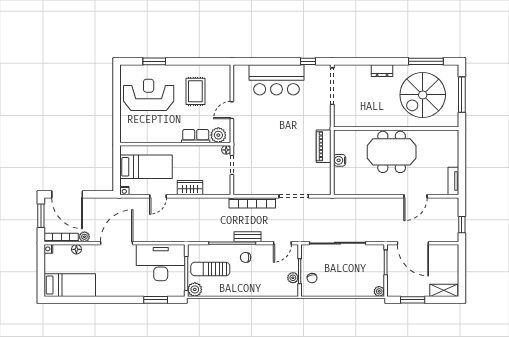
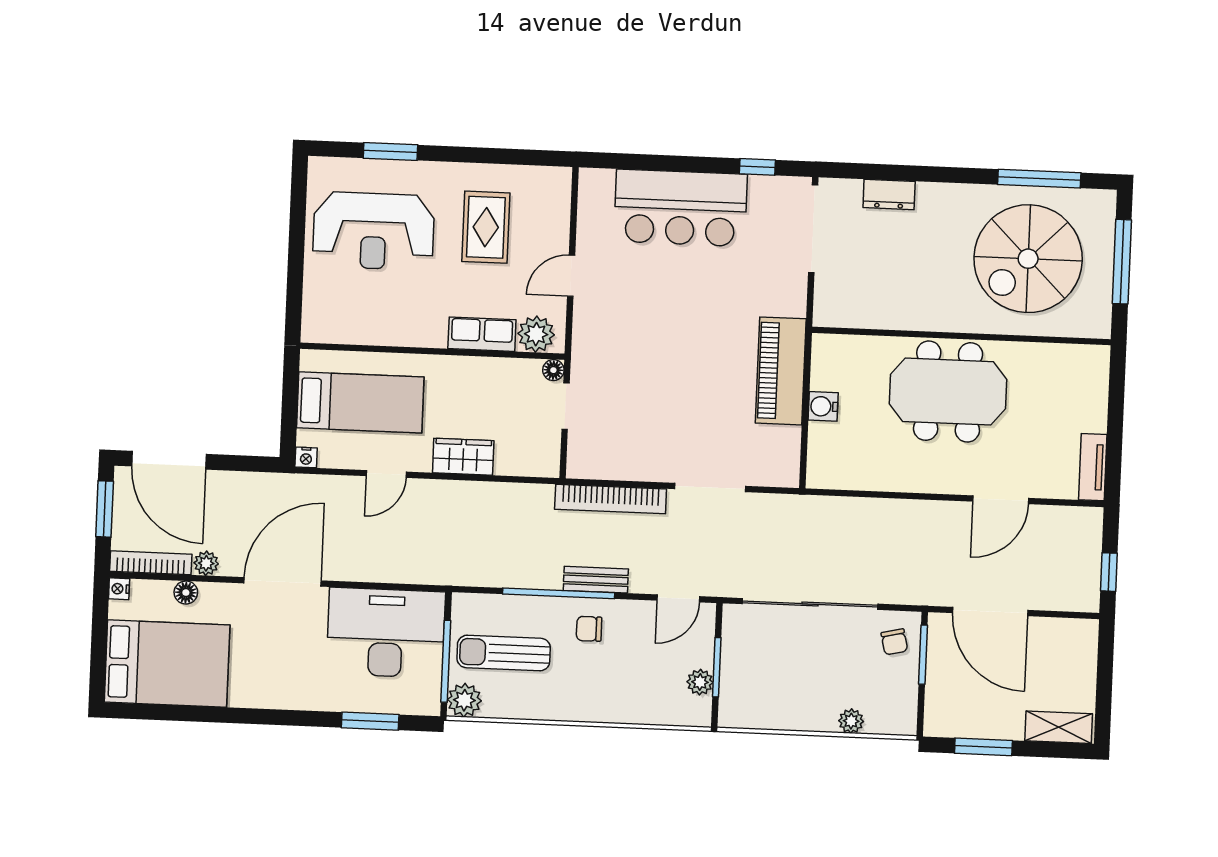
dresser: (382, 71) -> (889, 195), moved
reception desk: (149, 95) -> (374, 231), turned 180
piano: (324, 146) -> (781, 371), width x1.37, depth x1.33
chair: (312, 278) -> (894, 642), moved
bed: (70, 285) -> (167, 664), width x1.50
plant: (379, 291) -> (851, 721), moved

